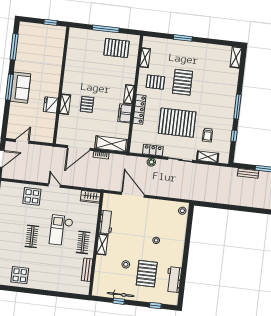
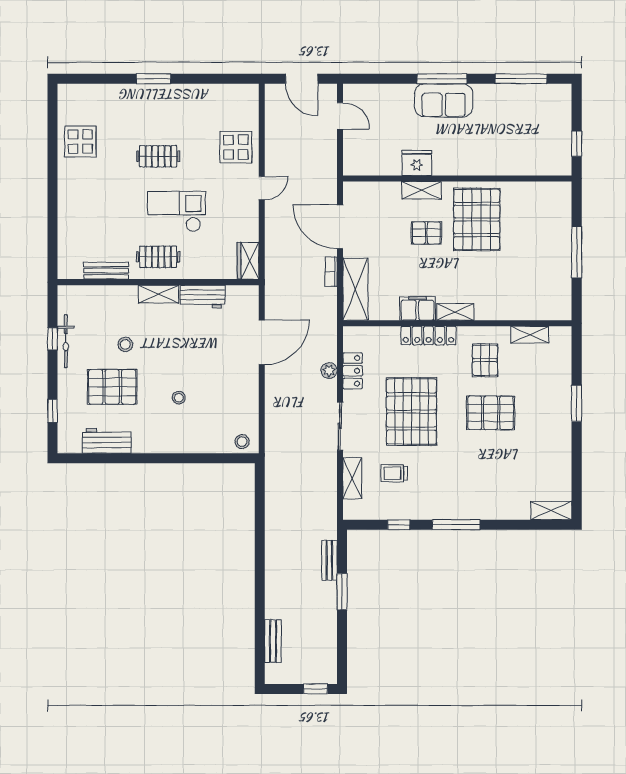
pallet: (117, 48) -> (477, 219), moved, width x1.37, depth x1.41

